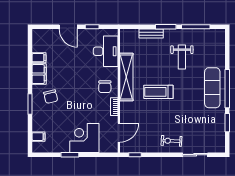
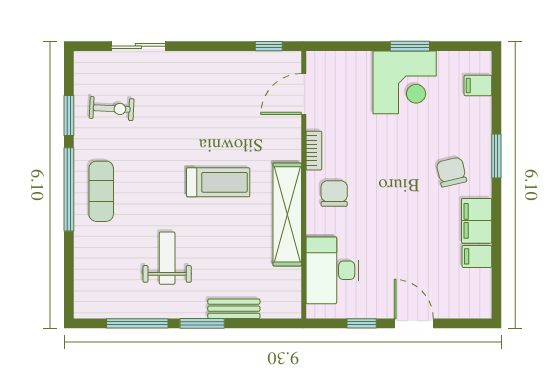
exercise mat: (212, 88) -> (101, 191), width x0.73, depth x0.69
corner desk: (84, 138) -> (405, 82), moved
exercise bike: (171, 141) -> (112, 109), moved

